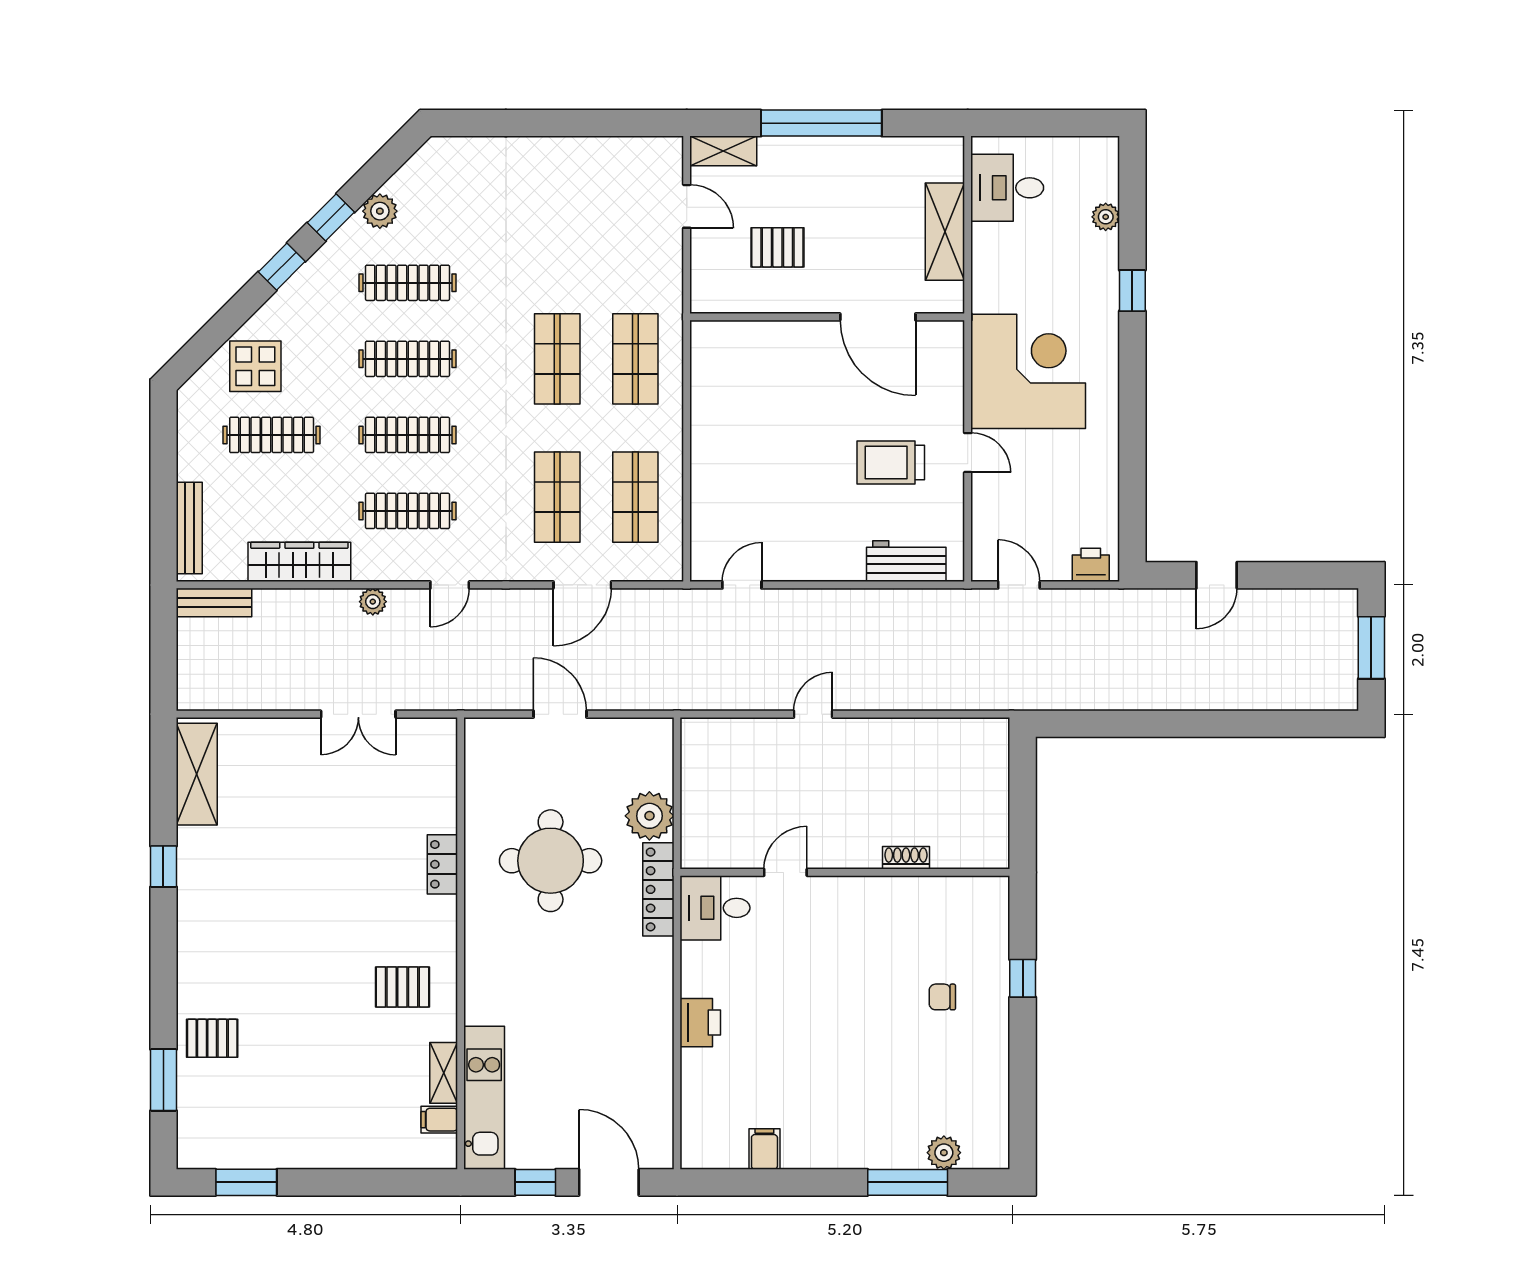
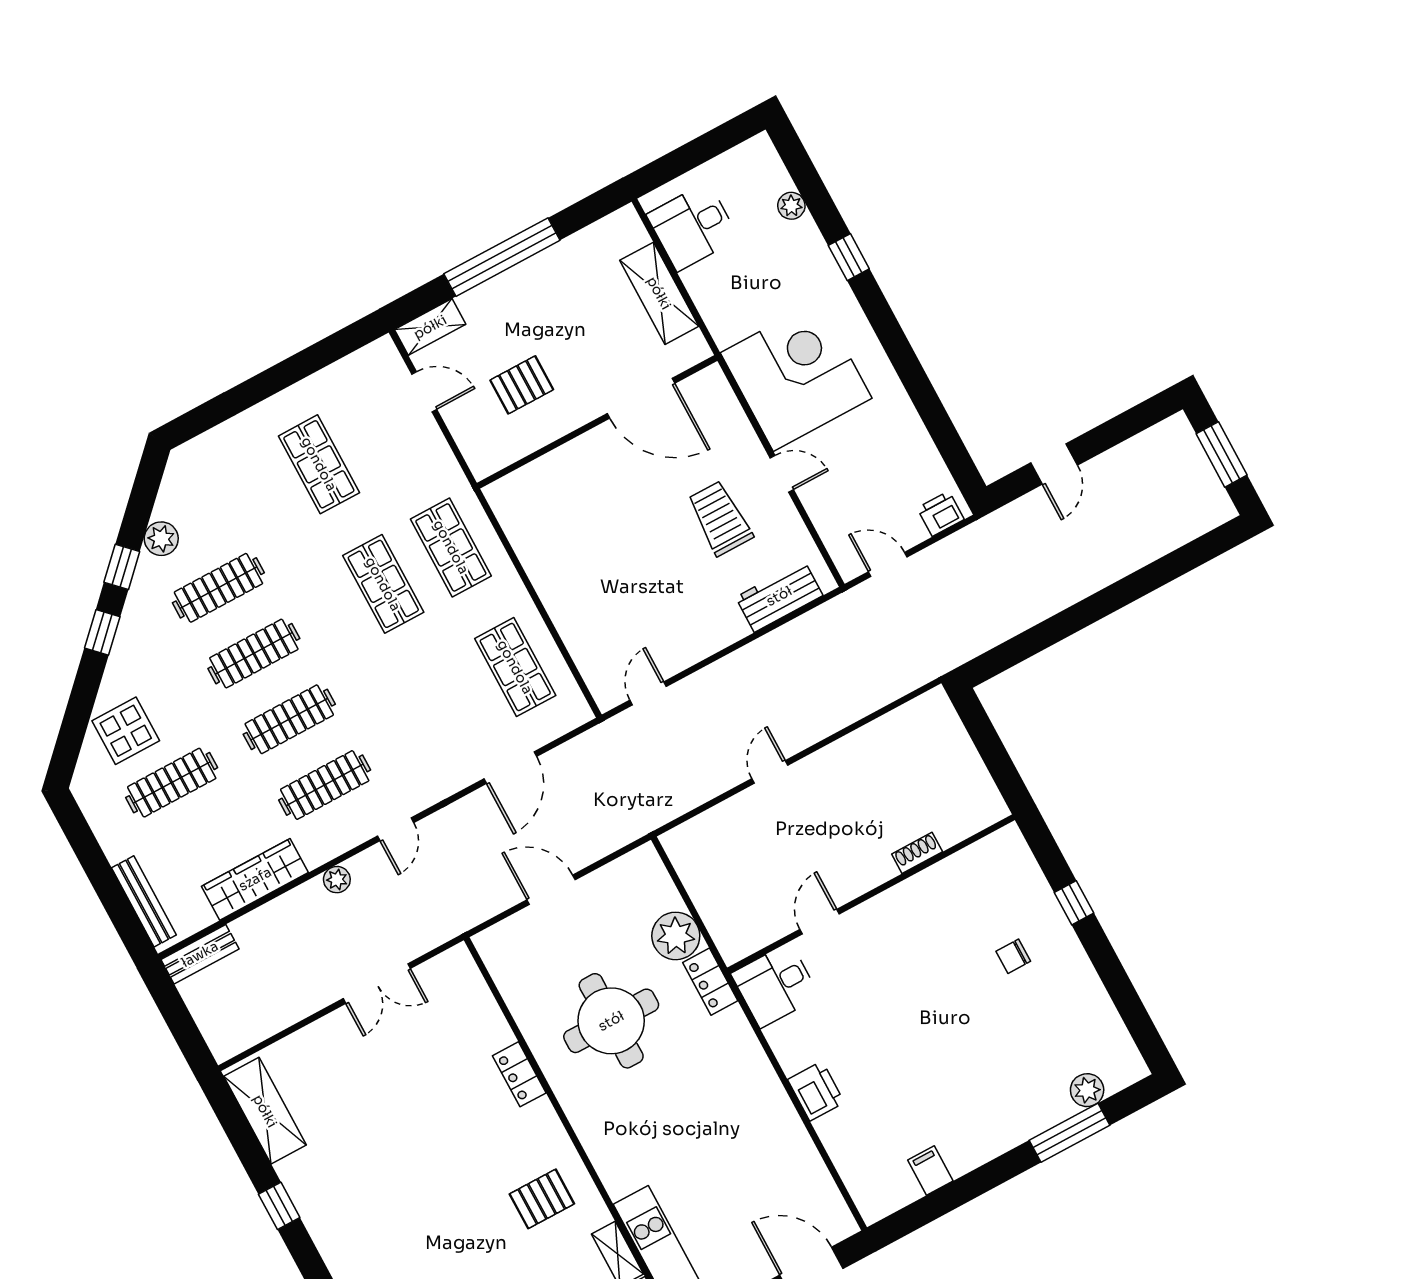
trolley: (891, 462) -> (720, 518), turned 90
shop shelf: (557, 497) -> (319, 464), moved
locker: (658, 889) -> (710, 982), width x0.66

